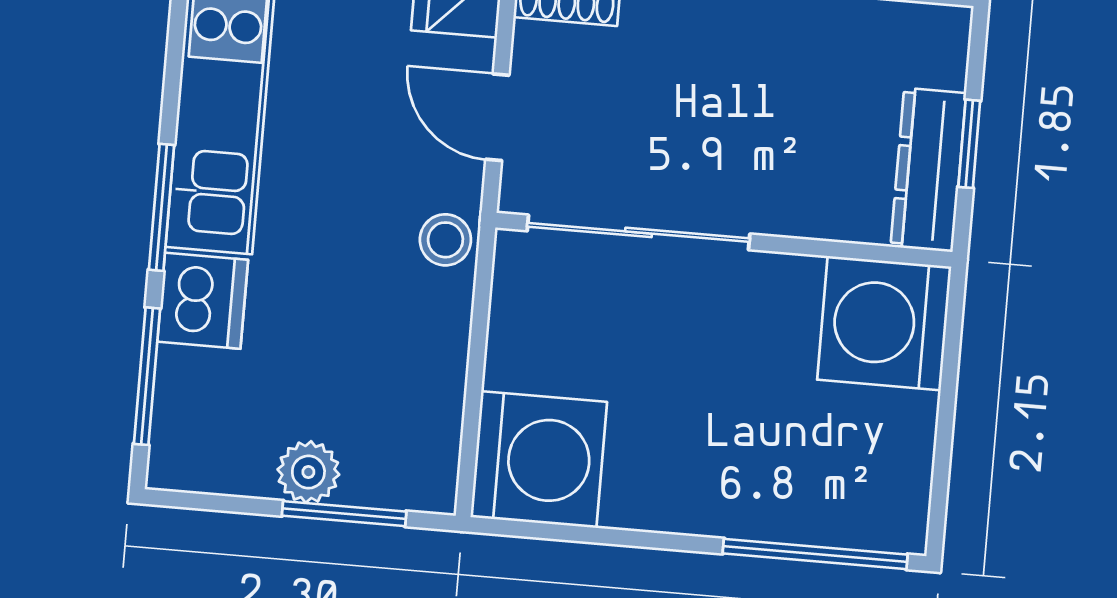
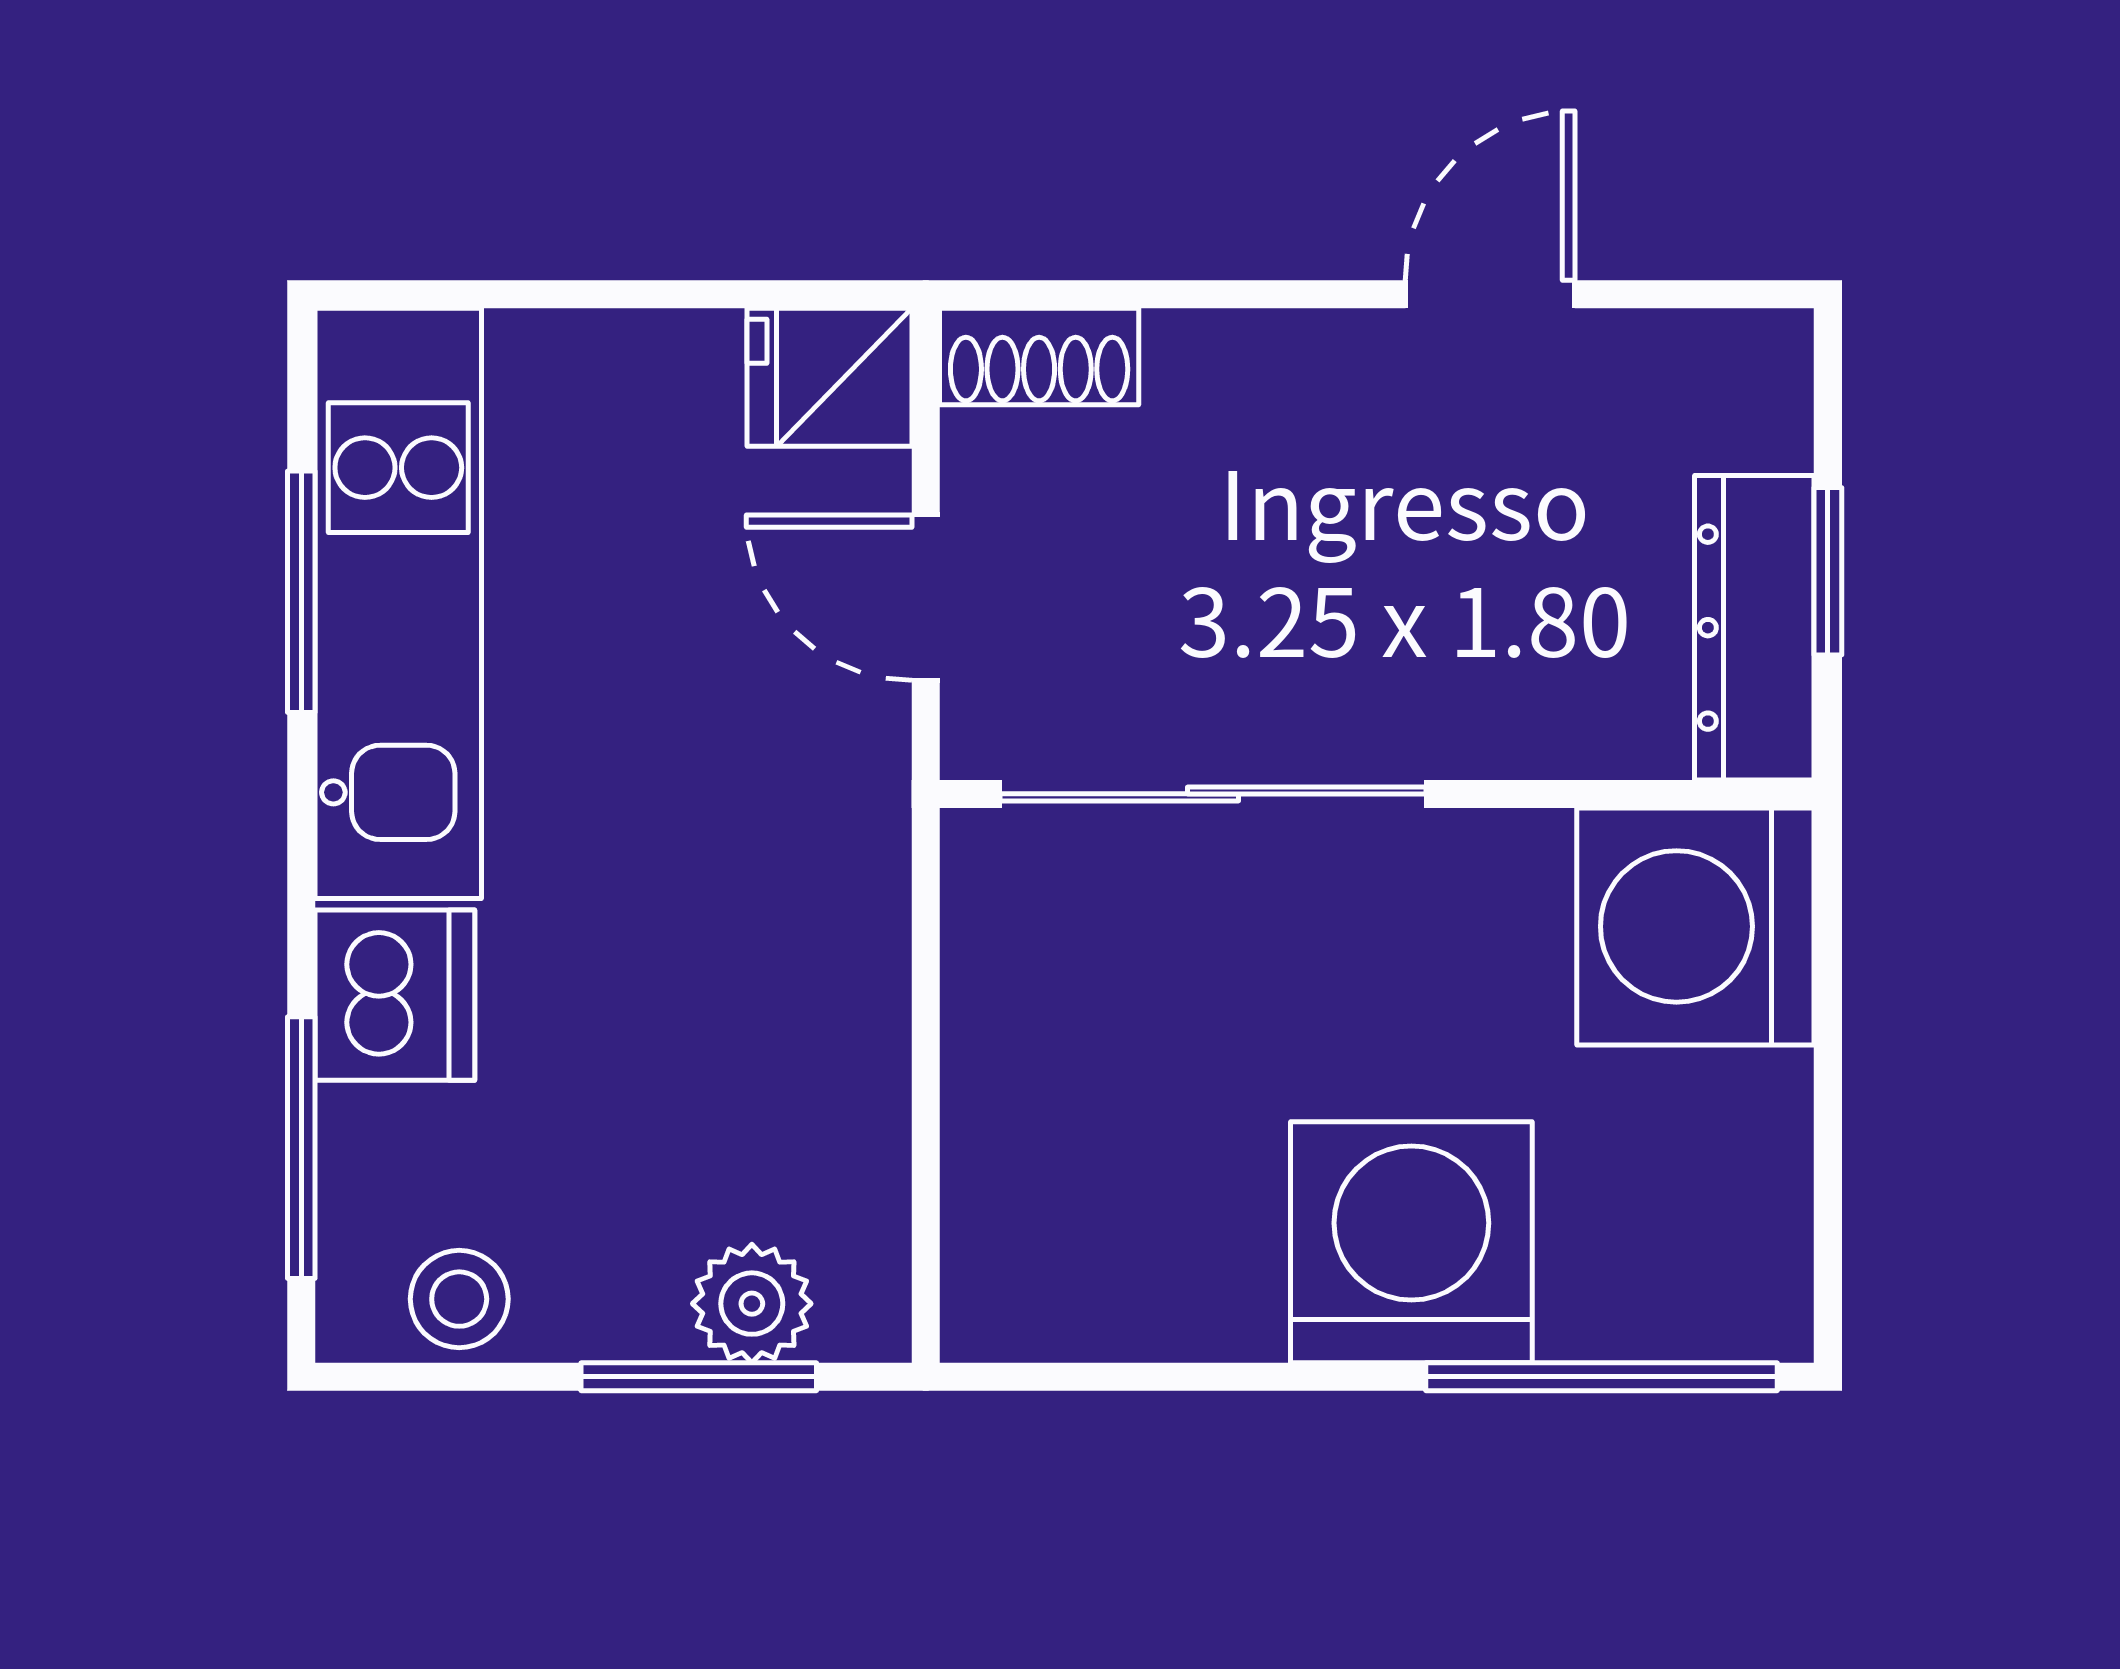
window: (161, 207) -> (301, 592), moved
stool: (445, 240) -> (459, 1299), moved
washing machine: (539, 460) -> (1411, 1242), moved, turned -90
plant: (308, 472) -> (752, 1304), moved

